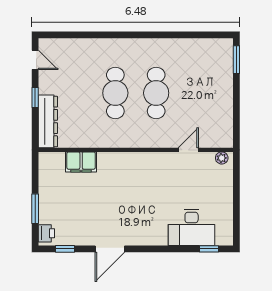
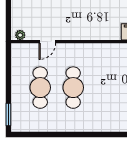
cafe table: (115, 93) -> (40, 88), moved

